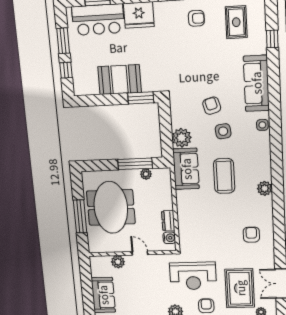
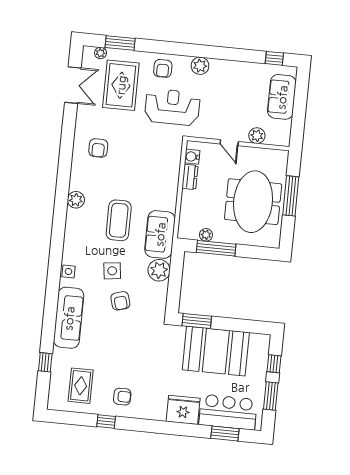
armchair: (196, 18) -> (122, 397), turned 180
booth: (120, 80) -> (216, 351), width x1.36, depth x1.42

